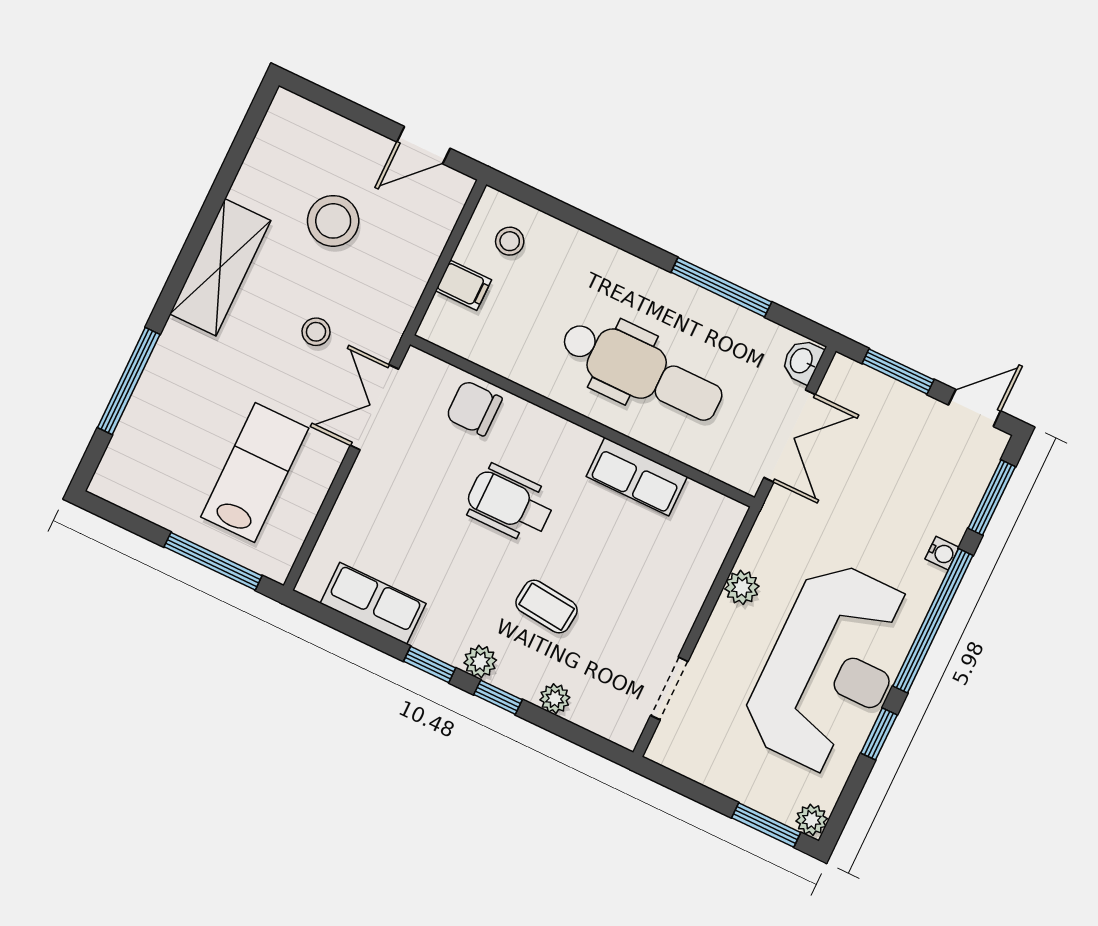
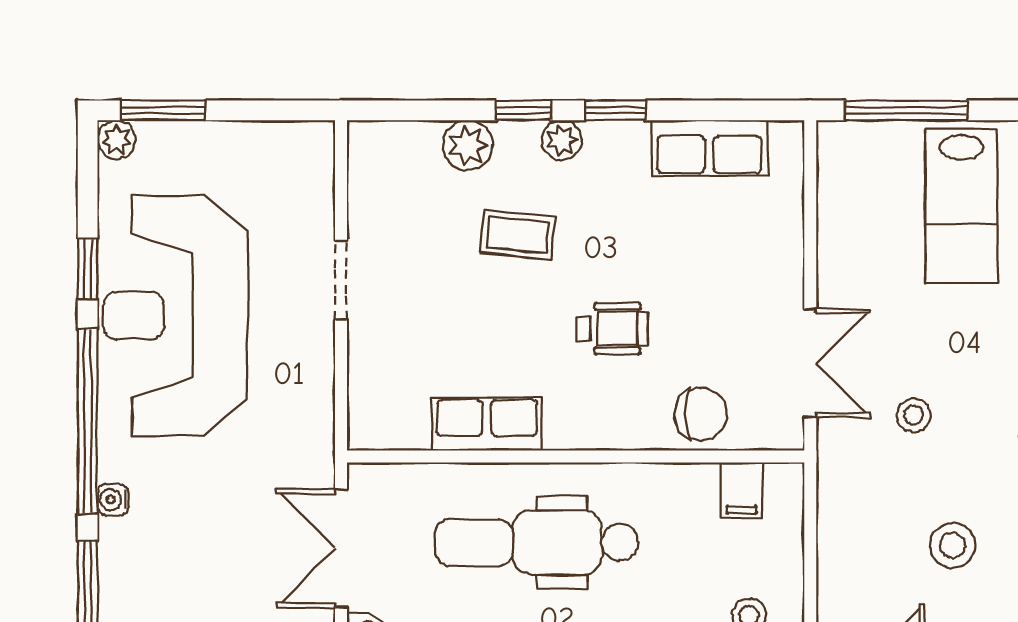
stool: (333, 221) -> (953, 545), width x0.73, depth x0.73
filing cabinet: (463, 285) -> (742, 490), moved, turned -90
lab bench: (255, 473) -> (961, 206), moved
wheelchair: (510, 503) -> (612, 329), width x0.73, depth x0.73
plant: (742, 587) -> (314, 358), removed
doorway: (669, 688) -> (341, 280), moved
plant: (555, 699) -> (468, 145), width x1.38, depth x1.38

